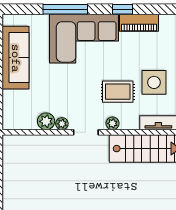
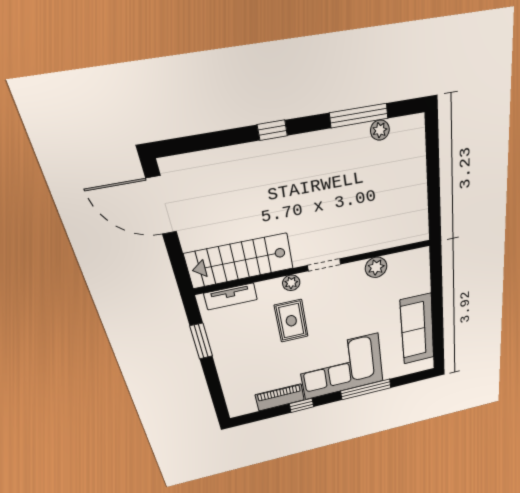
side table: (154, 82) -> (248, 341), removed
rug: (118, 92) -> (291, 321), turned 90
plant: (62, 124) -> (356, 269), removed

